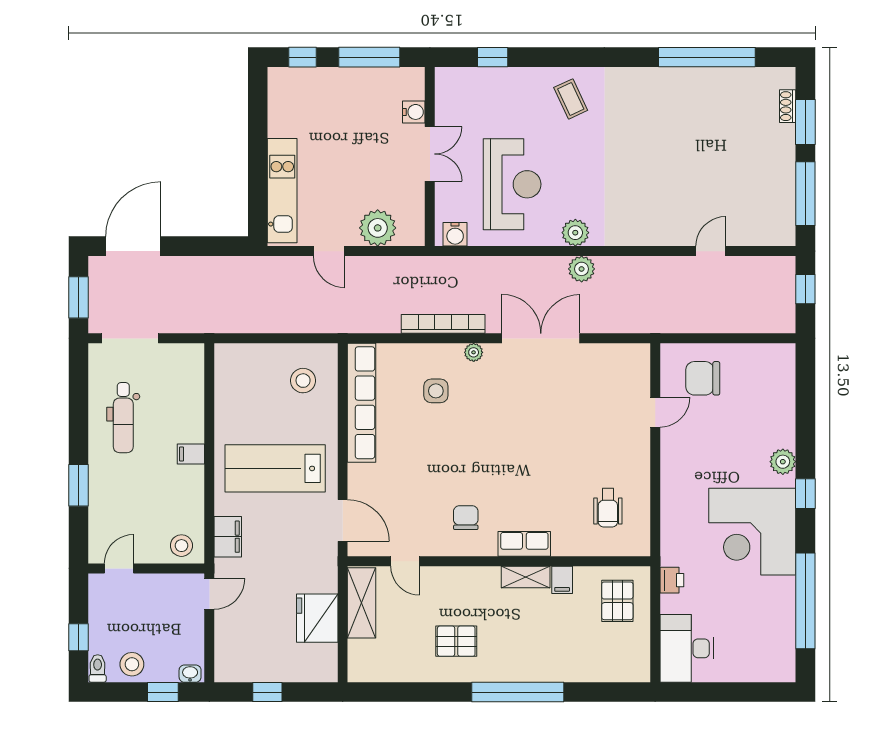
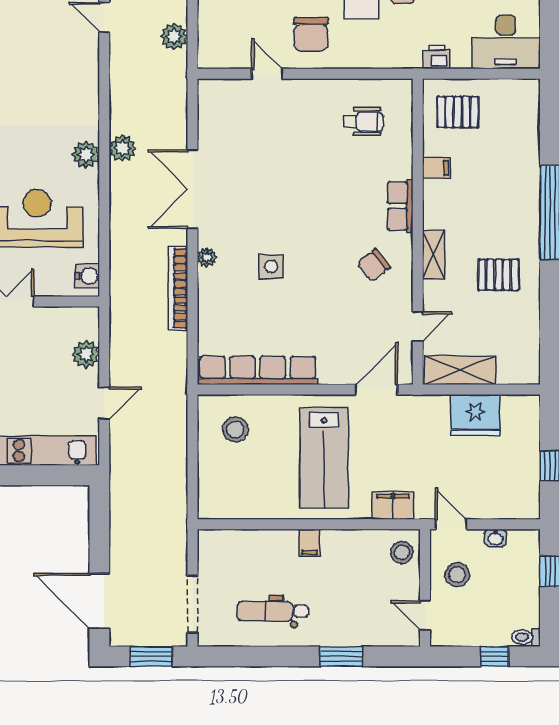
plant: (378, 228) -> (86, 354), width x0.73, depth x0.73
plant: (692, 320) -> (174, 37), added
chair: (703, 378) -> (311, 35), moved
side table: (436, 391) -> (271, 266), moved
dental chair: (123, 418) -> (273, 611), turned 180
chair: (466, 518) -> (374, 265), turned -38
shelving: (526, 577) -> (434, 255), moved
pallet: (456, 641) -> (498, 275), turned 90
stool: (132, 664) -> (457, 575), moved
washbasin: (190, 674) -> (496, 538), moved, turned -90

